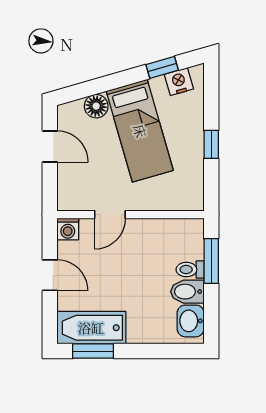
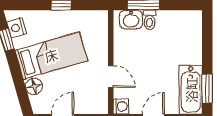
bidet: (187, 292) -> (165, 22), removed
washbasin: (191, 321) -> (131, 20), moved

